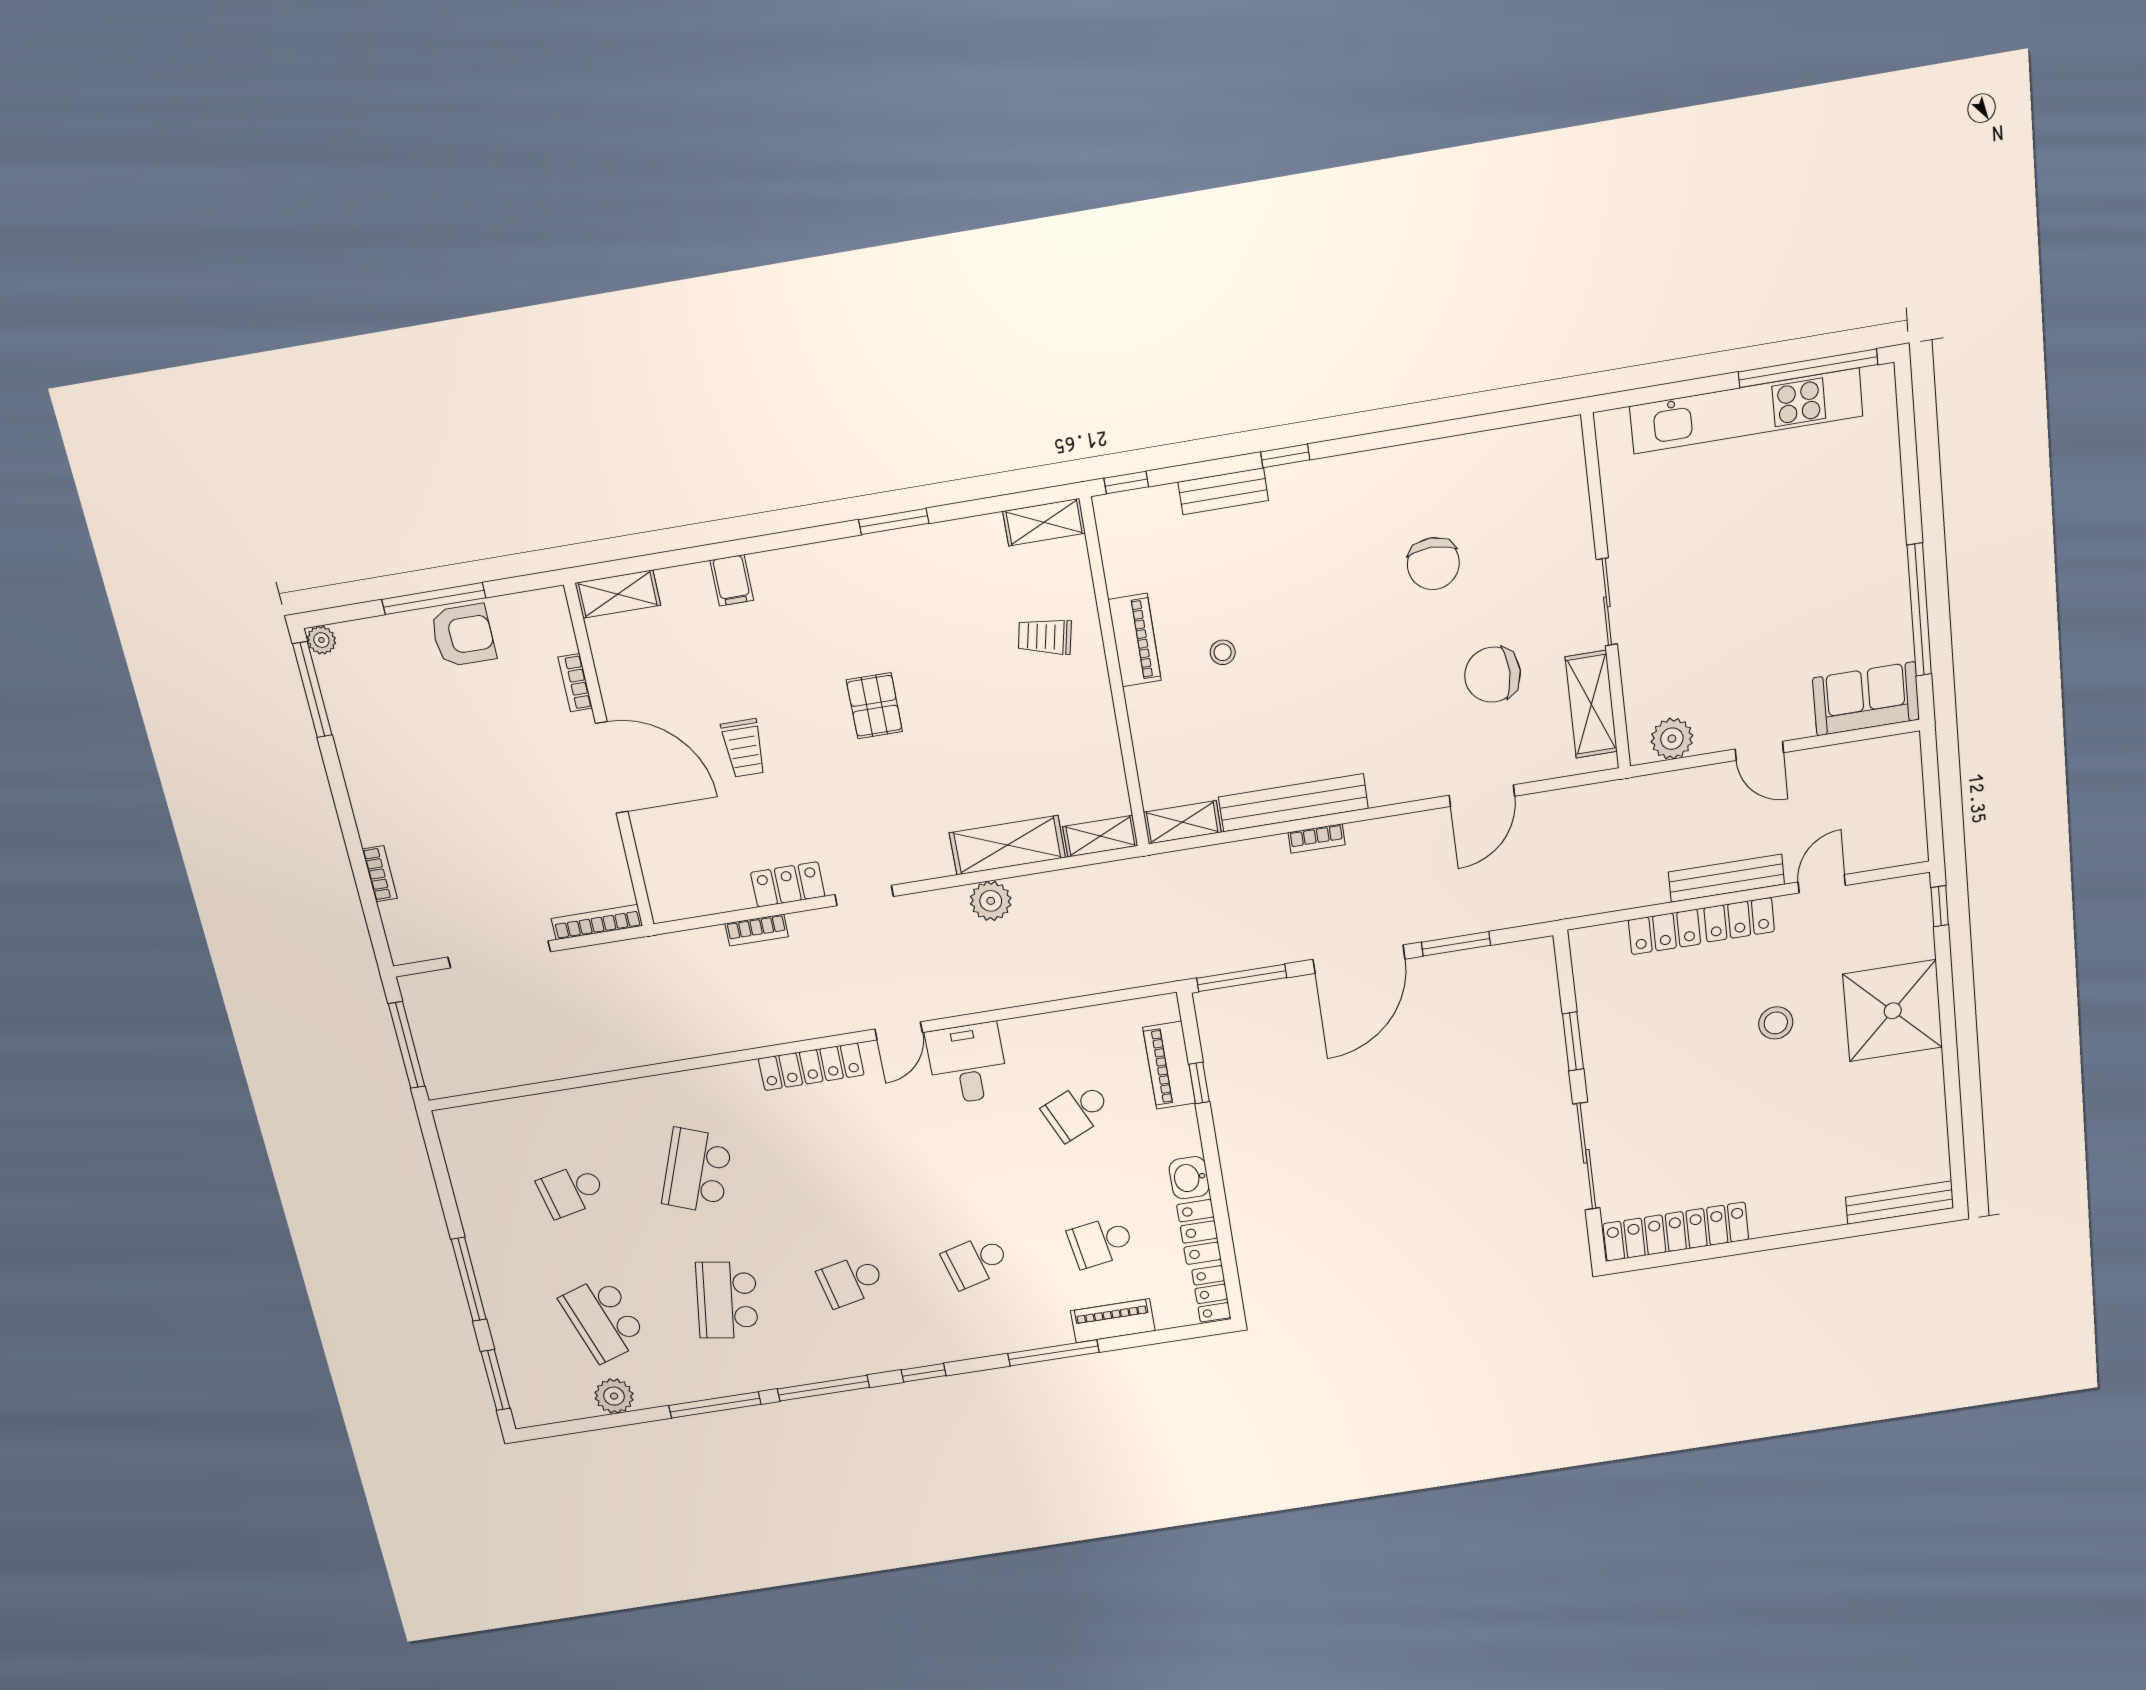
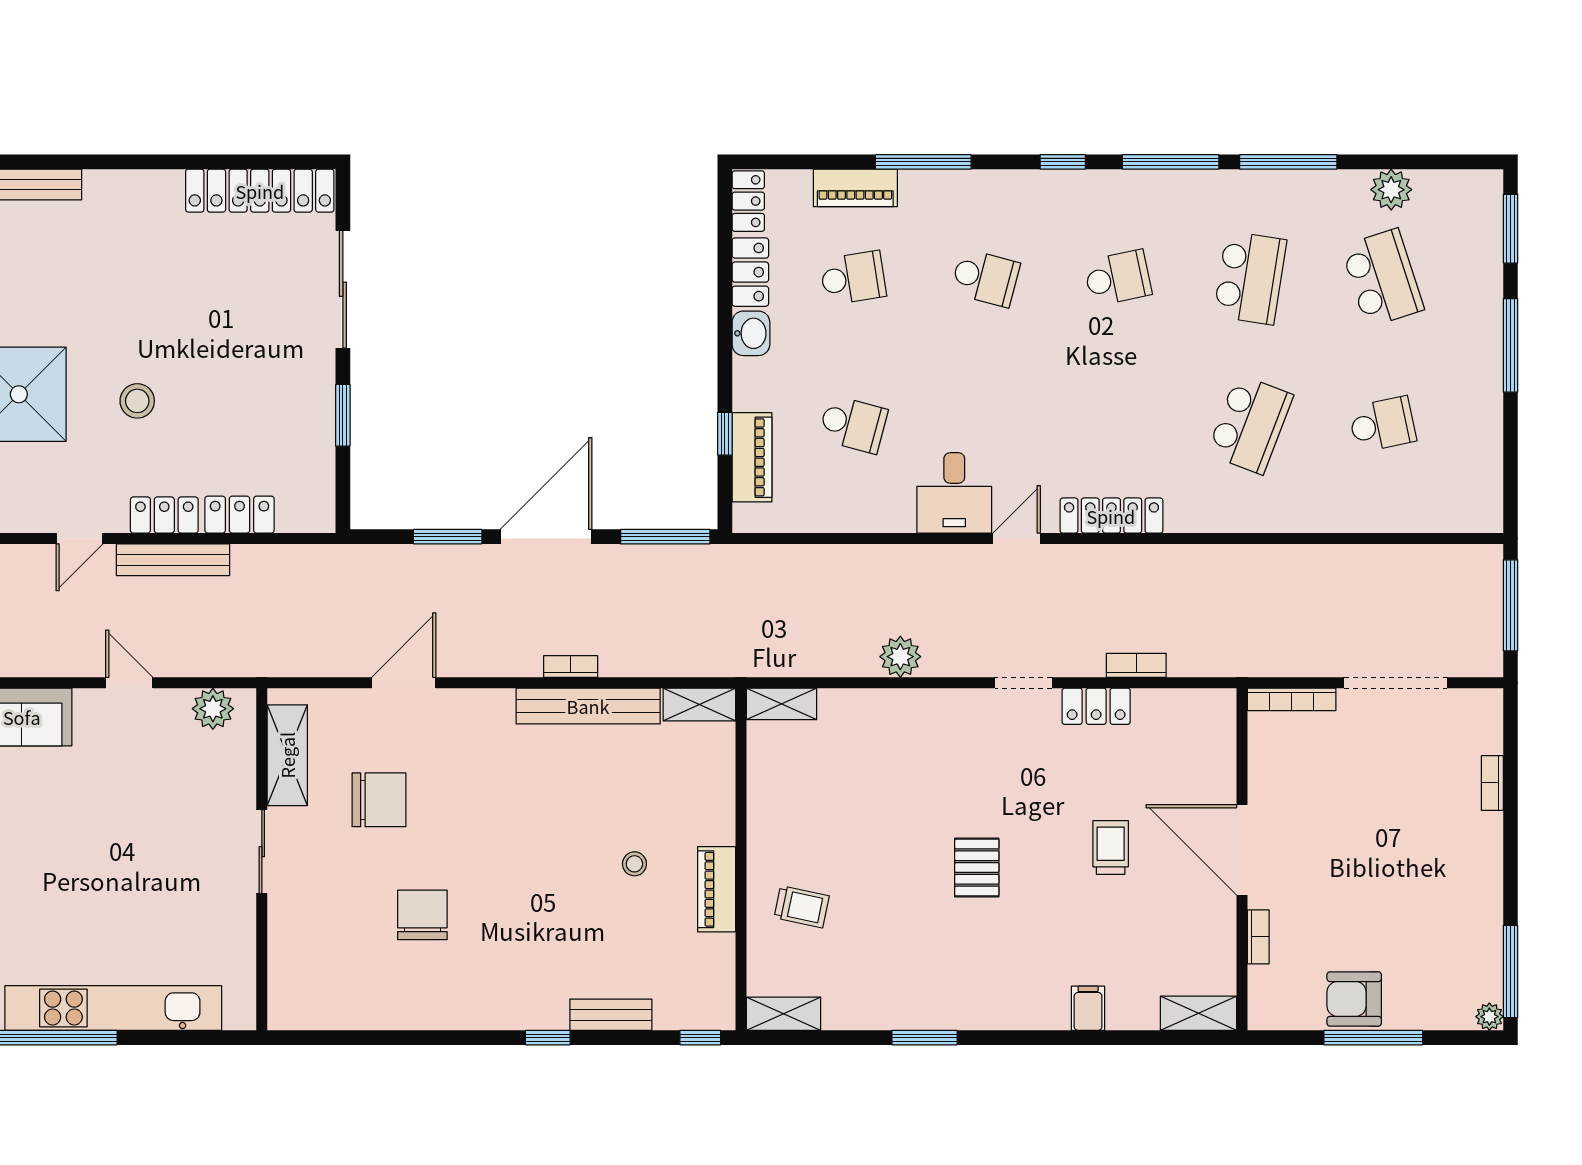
shelving: (1007, 845) -> (874, 710), removed
school desk: (1077, 1111) -> (853, 424), turned 39
school desk: (976, 1261) -> (985, 278), turned 30

